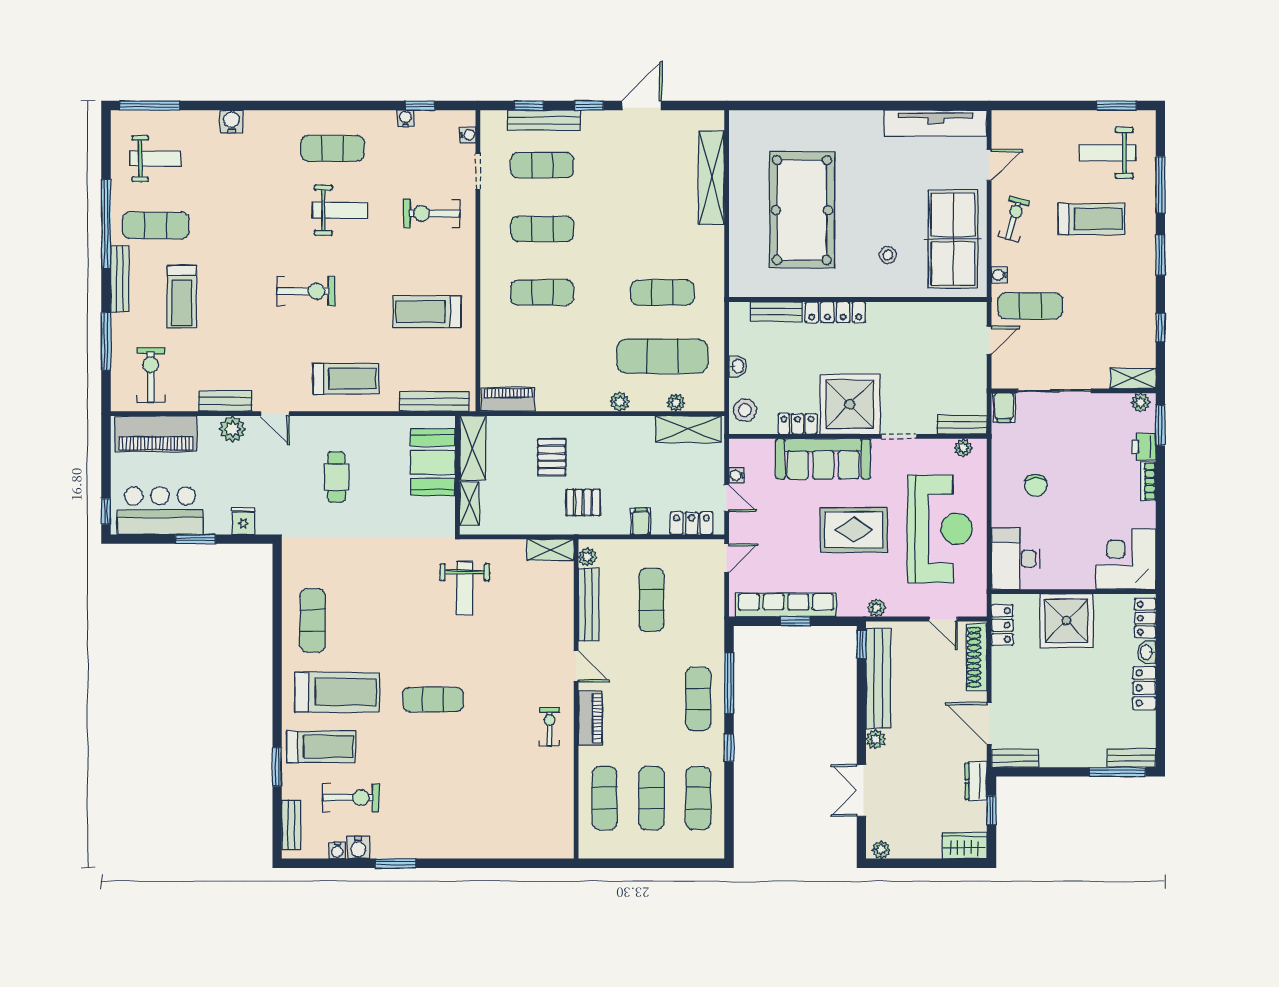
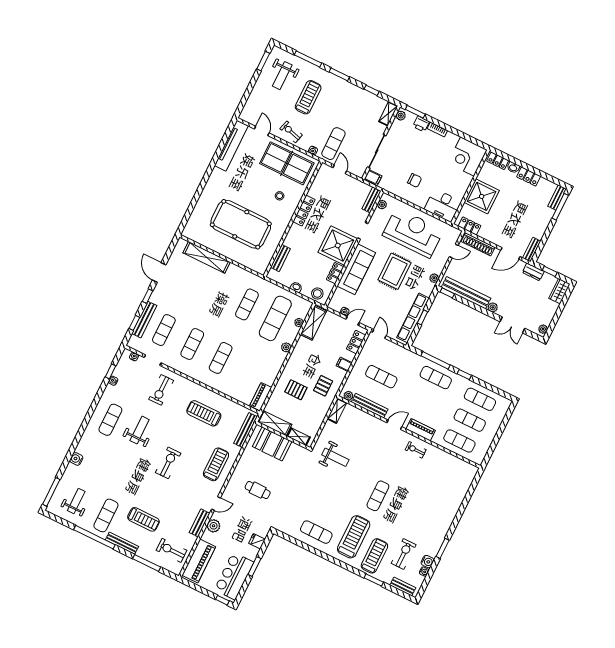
treadmill: (427, 312) -> (204, 413), turned 90
locker: (835, 312) -> (304, 211), moved

